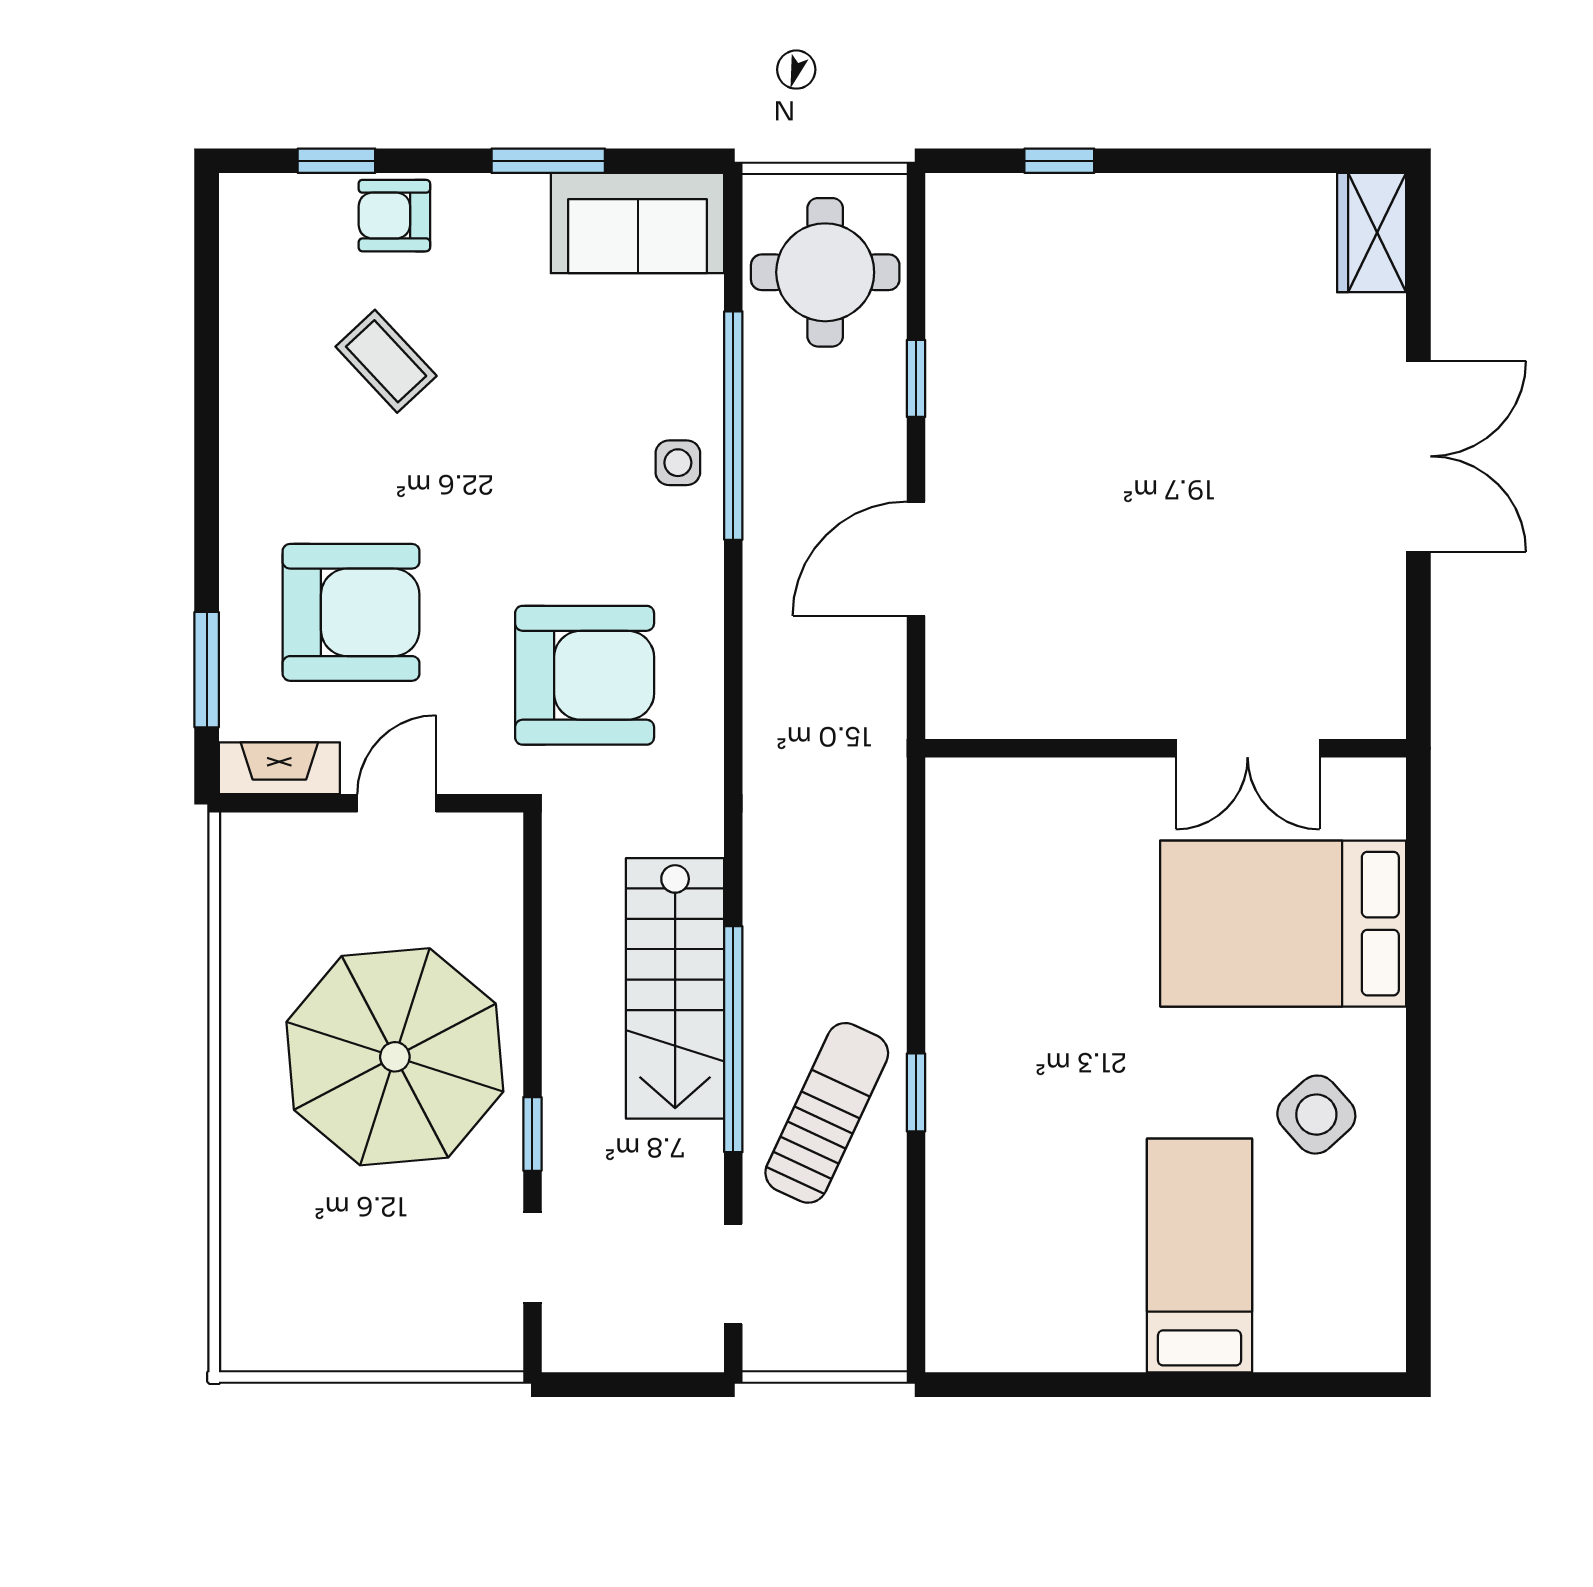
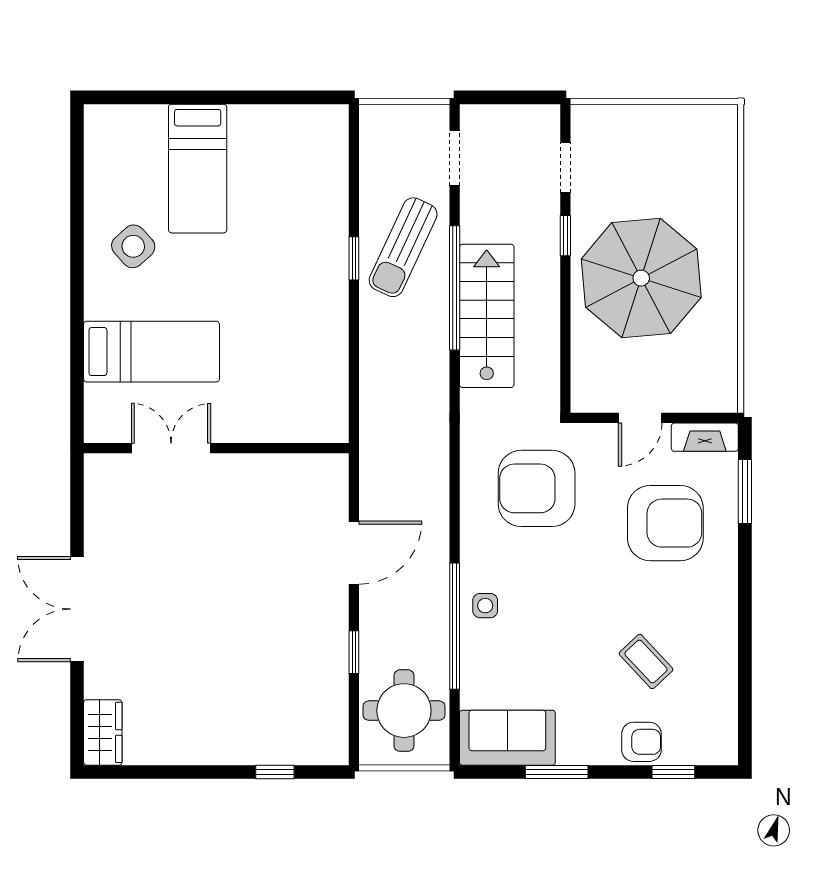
armchair: (351, 612) -> (665, 523), turned 180
bed: (1283, 924) -> (151, 352), width x0.67

